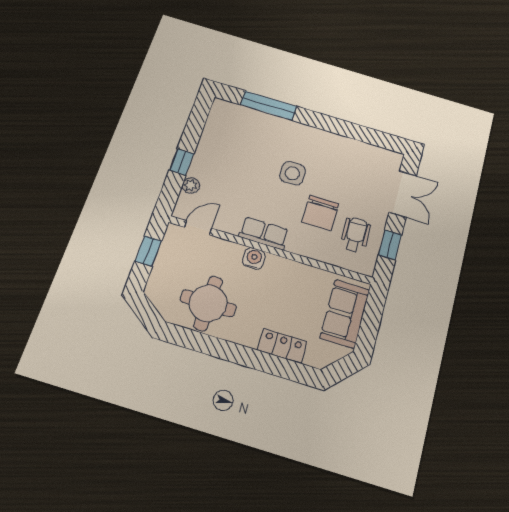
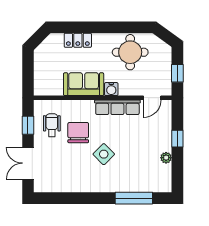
side table: (293, 173) -> (104, 154), turned 45
plant: (191, 185) -> (166, 158), moved
row of seats: (264, 233) -> (117, 107), width x1.48
wheelchair: (355, 235) -> (52, 125), turned 180
sofa: (345, 314) -> (84, 84), moved, turned -90

